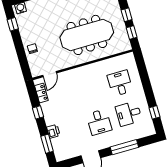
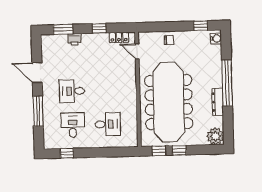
meeting table: (87, 35) -> (169, 102), width x1.36, depth x1.27

